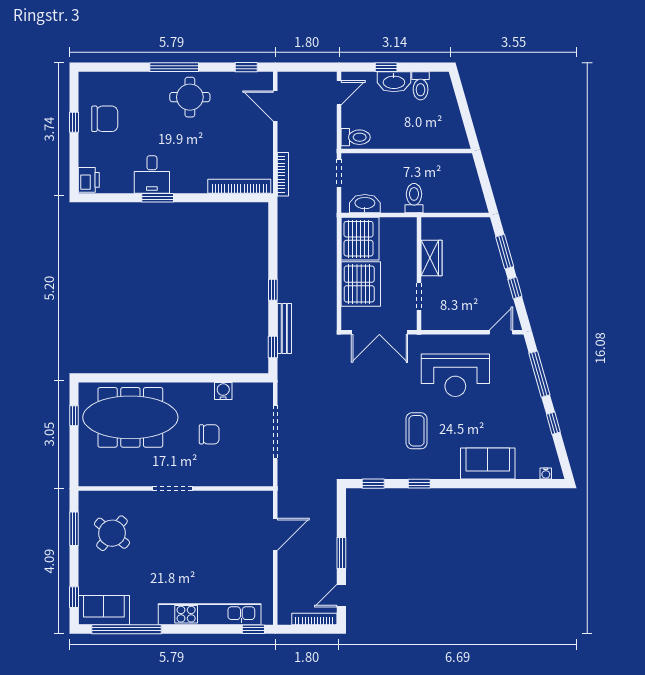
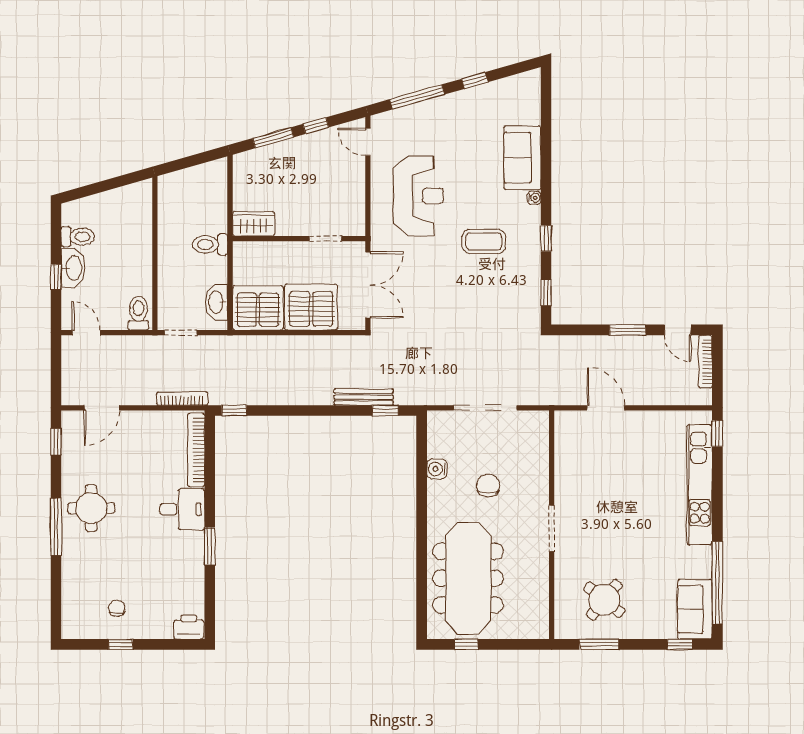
chair: (105, 119) -> (117, 608), width x0.54, depth x0.54
desk: (152, 174) -> (182, 509), moved
wardrobe: (431, 258) -> (254, 224), moved
window: (273, 290) -> (234, 410), moved
water cooler: (546, 474) -> (534, 198), moved

